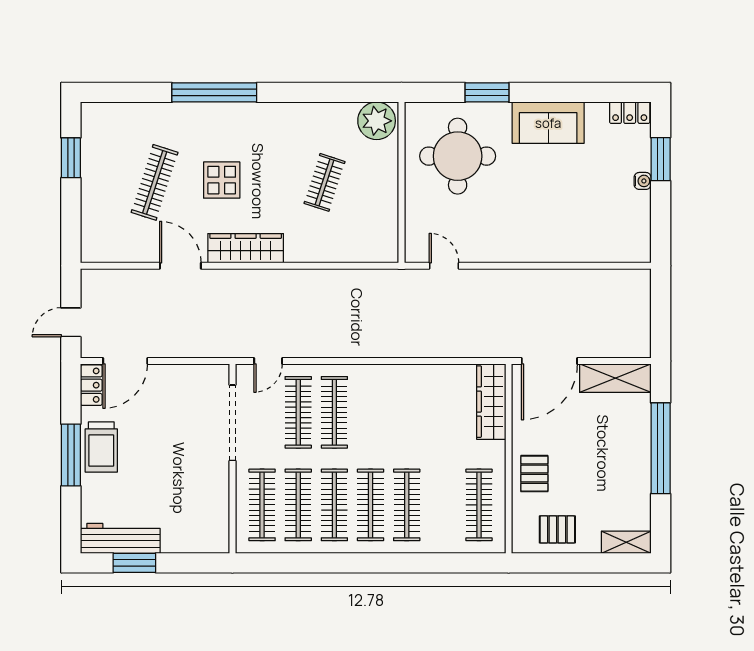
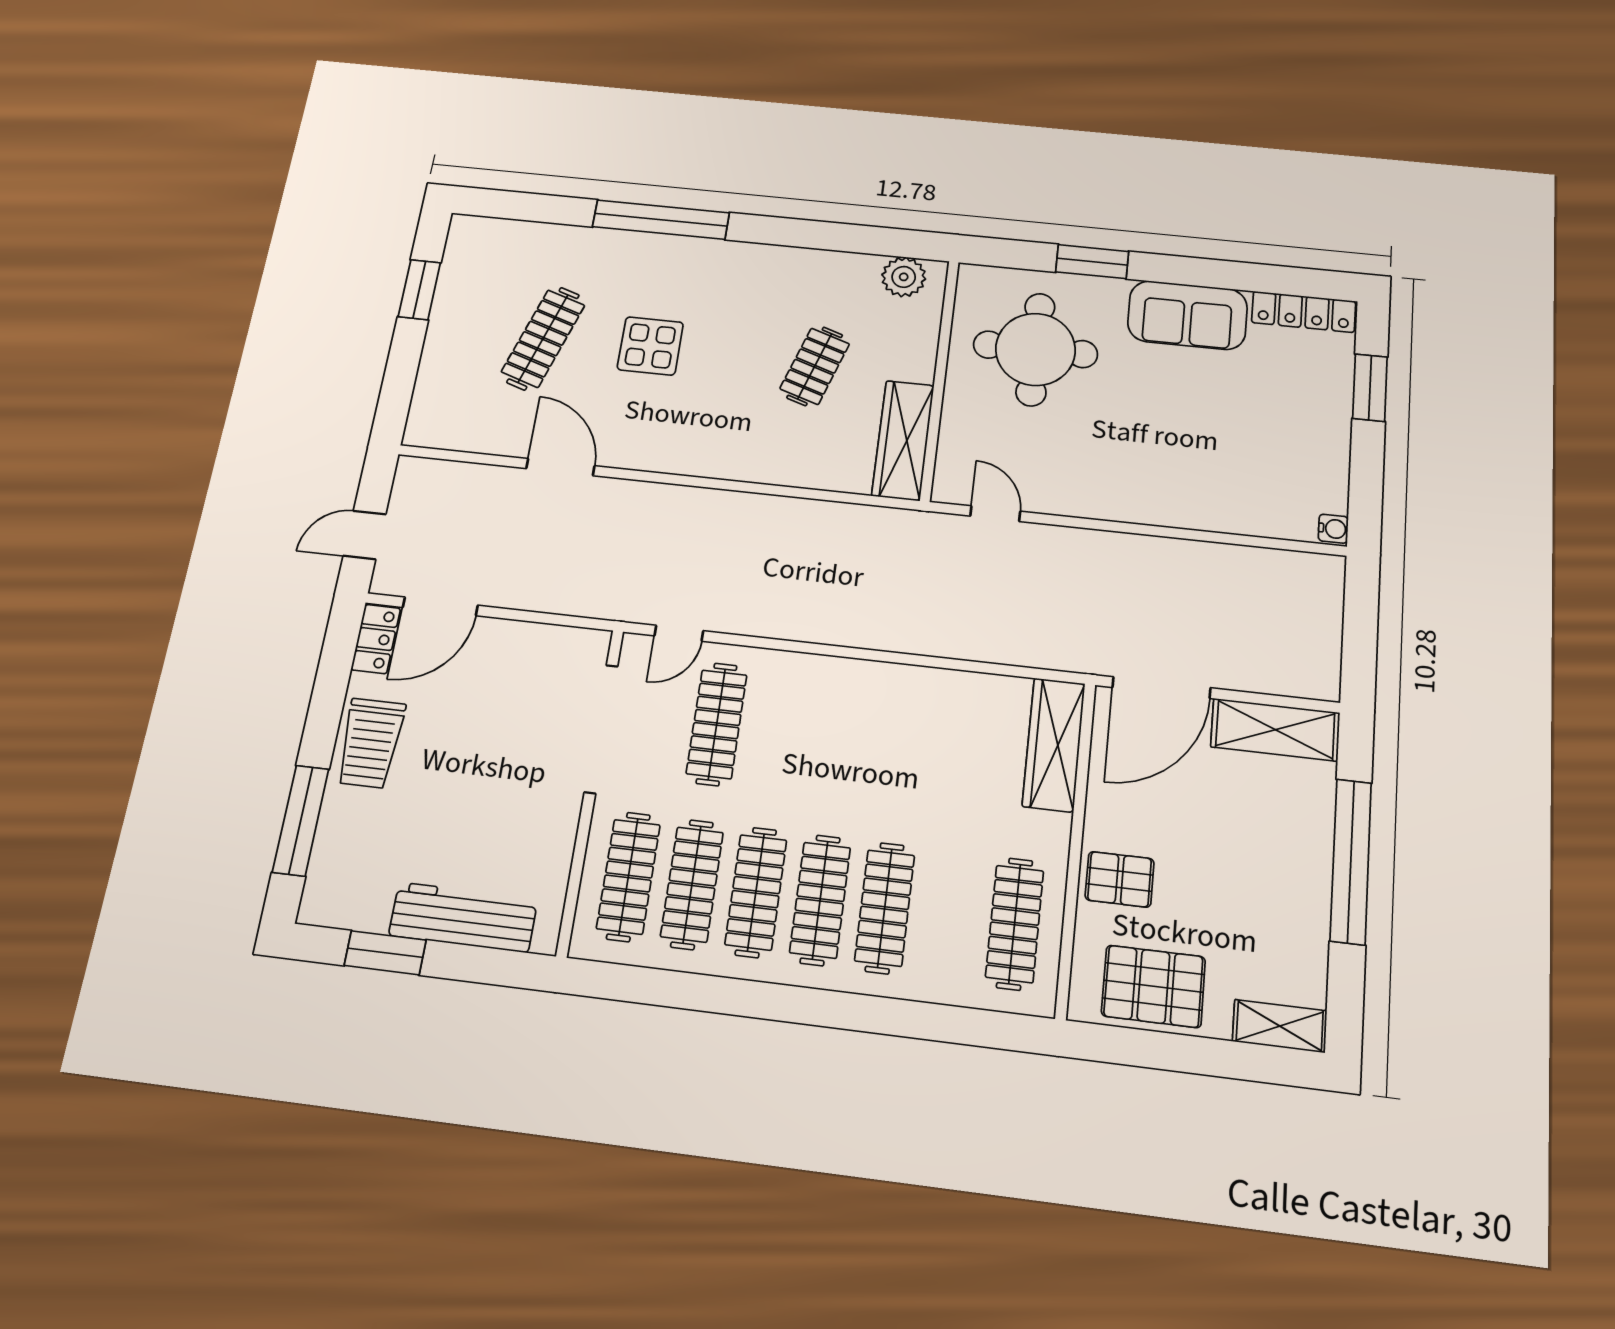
locker: (630, 113) -> (1304, 312), width x1.53
plant: (377, 121) -> (904, 277), width x0.73, depth x0.73
water cooler: (643, 181) -> (1333, 529), moved
wardrobe: (246, 248) -> (903, 440), moved, turned -90
clothes rail: (334, 412) -> (779, 731), removed
window: (71, 455) -> (301, 820), moved
pallet: (534, 474) -> (1120, 879), turned 90
pallet: (557, 529) -> (1153, 986), width x1.50, depth x1.42
workbench: (120, 538) -> (463, 917), moved

